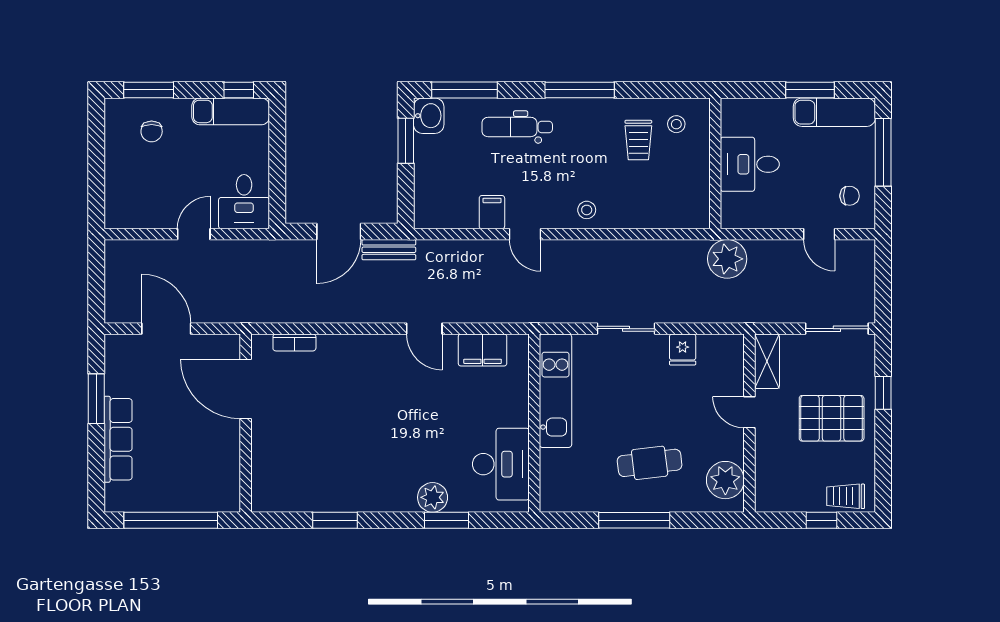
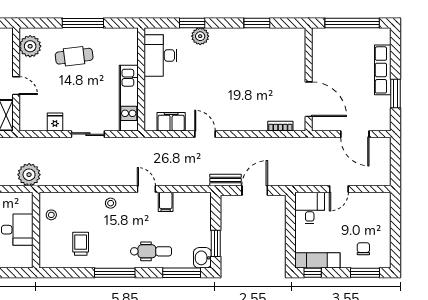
stool: (676, 124) -> (51, 215), moved

